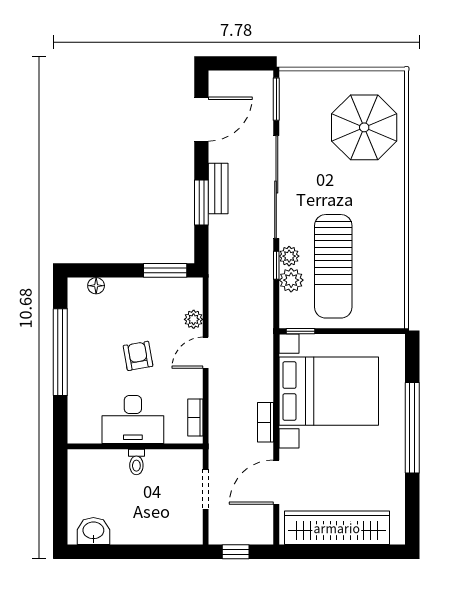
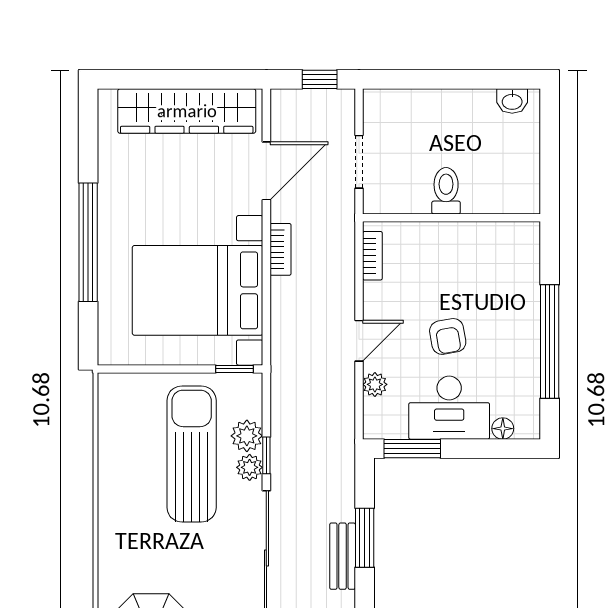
desk: (133, 419) -> (449, 408), moved, turned 180
toilet: (136, 462) -> (446, 191), width x1.37, depth x1.39
washbasin: (93, 531) -> (512, 101), width x0.72, depth x0.69

